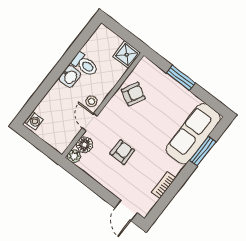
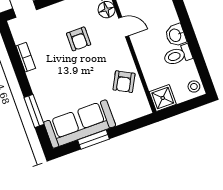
window: (181, 78) -> (94, 139), moved
stool: (92, 101) -> (194, 87), moved
sofa: (193, 134) -> (80, 124), moved, turned -90

